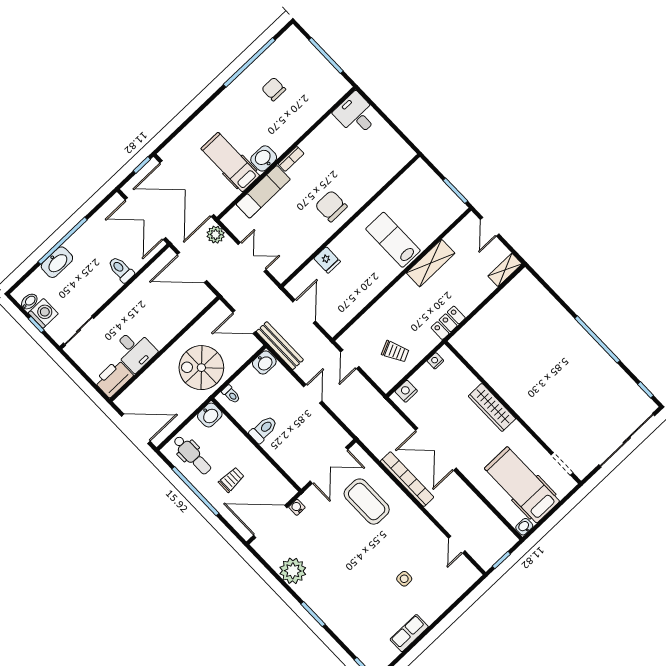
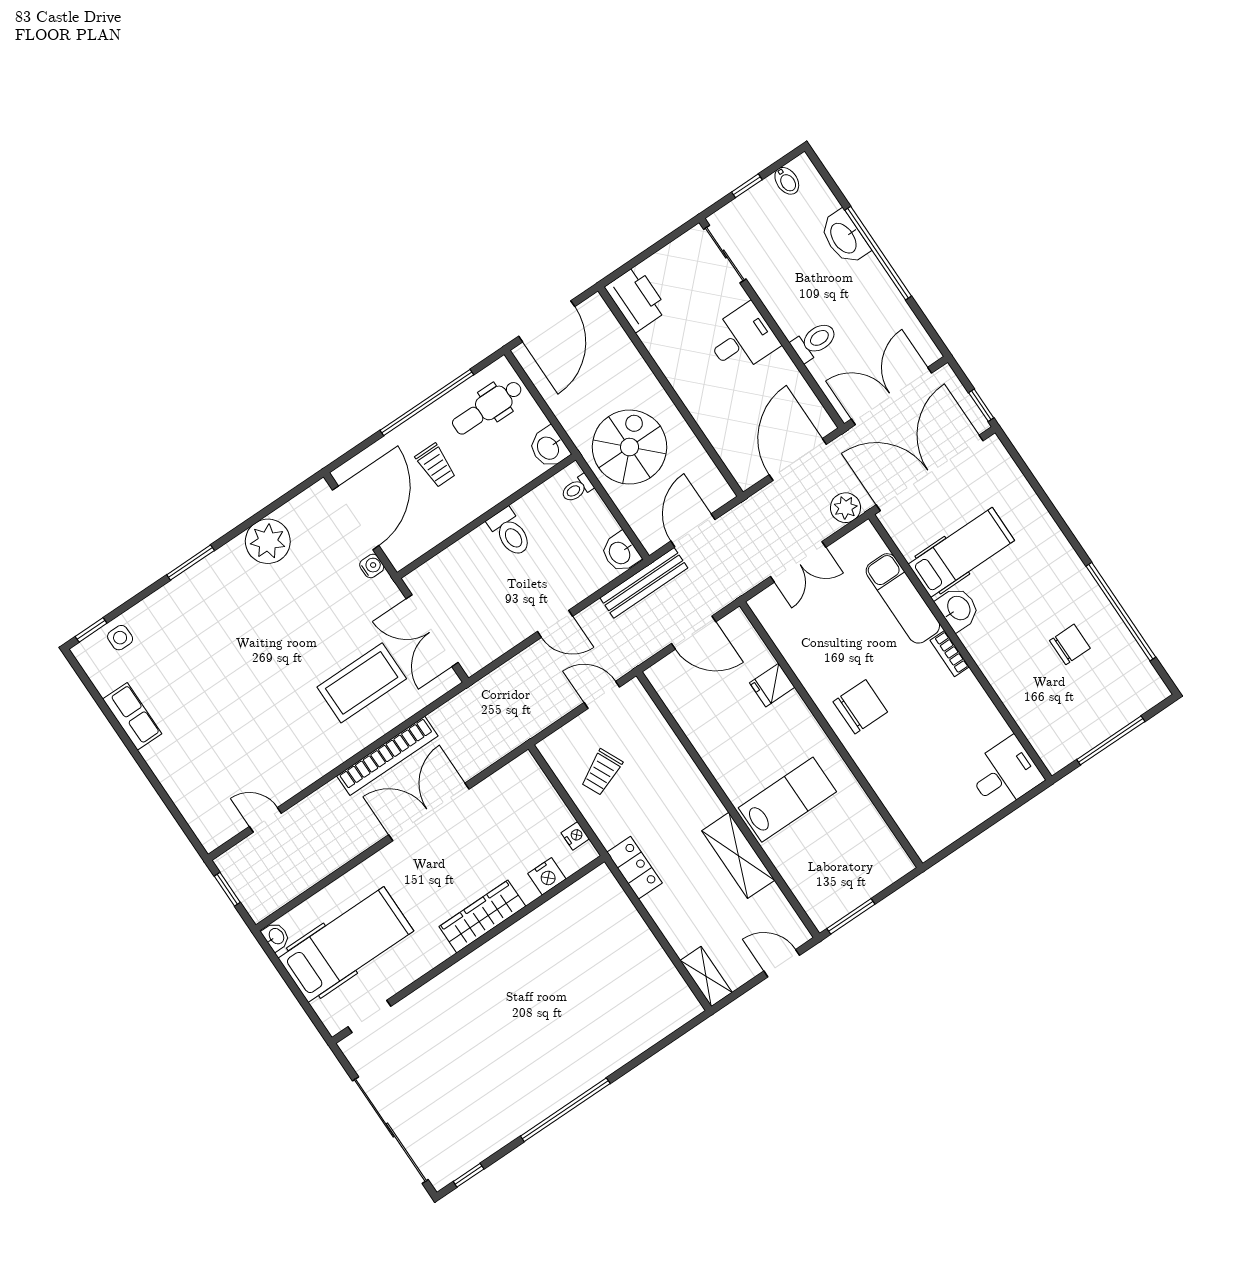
washing machine: (43, 313) -> (763, 201), removed
desk: (135, 350) -> (742, 339), moved, turned 180
nightstand: (406, 391) -> (547, 876), moved, turned 90
side table: (404, 579) -> (120, 638), moved

